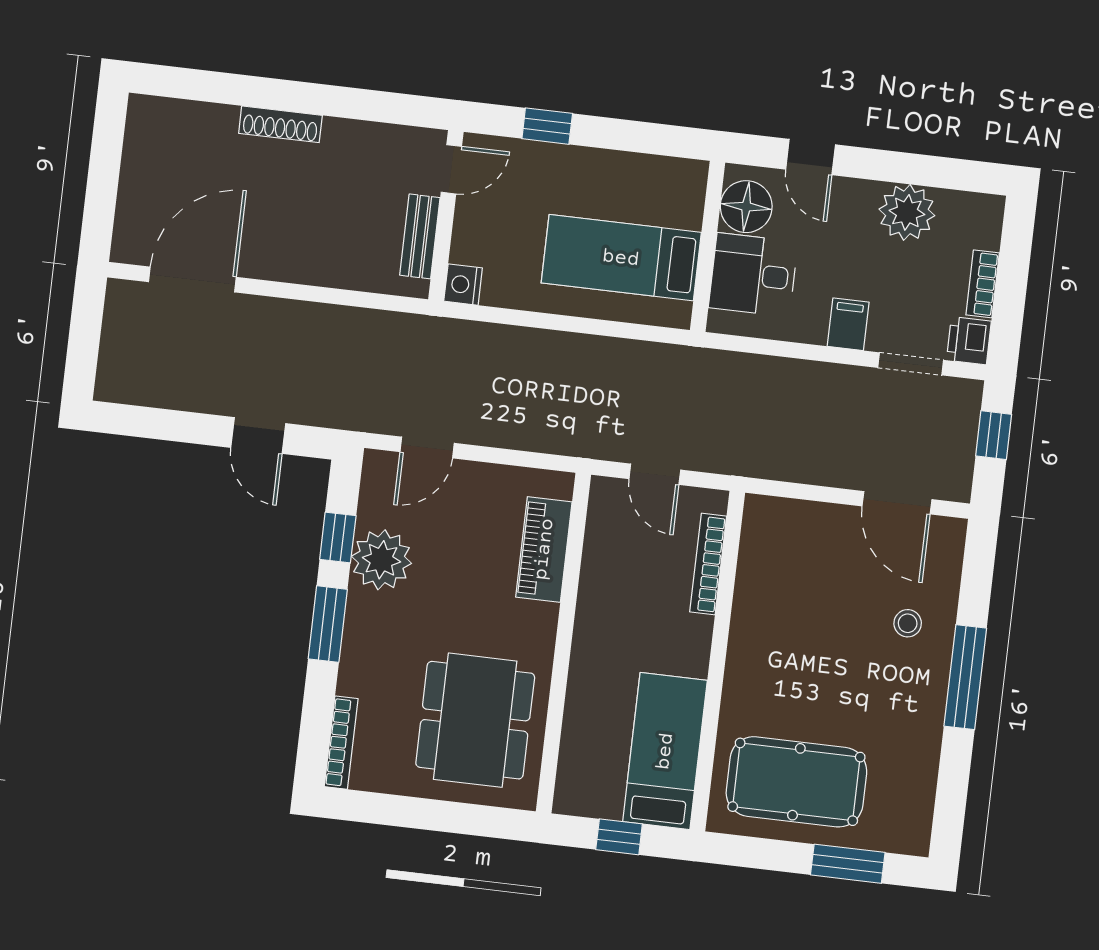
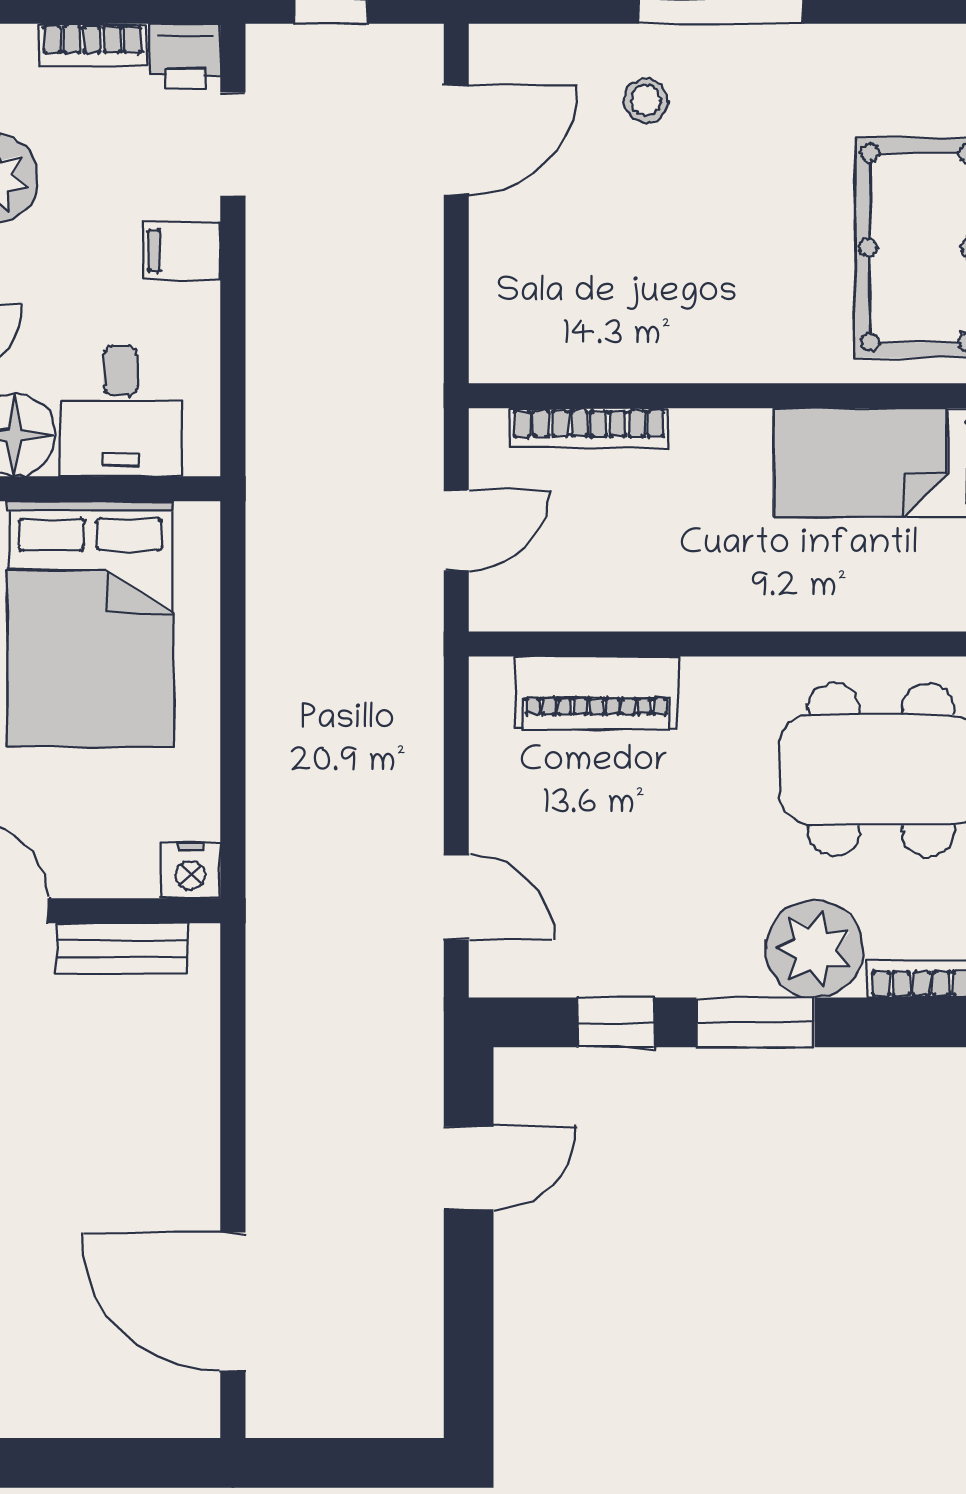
bed: (621, 258) -> (90, 624), width x1.50
plant: (381, 560) -> (815, 949), moved

